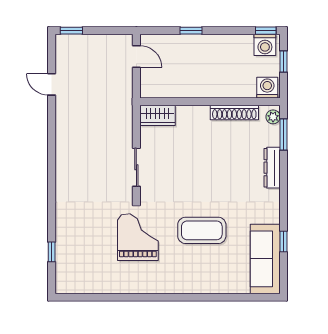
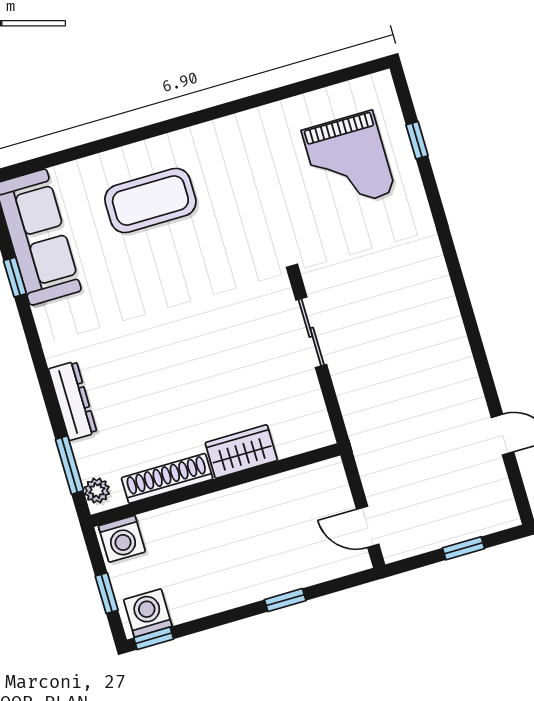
window: (71, 31) -> (464, 548), moved
wardrobe: (158, 115) -> (241, 452), moved
coffee table: (202, 230) -> (150, 201), moved
grand piano: (138, 237) -> (349, 161), moved

